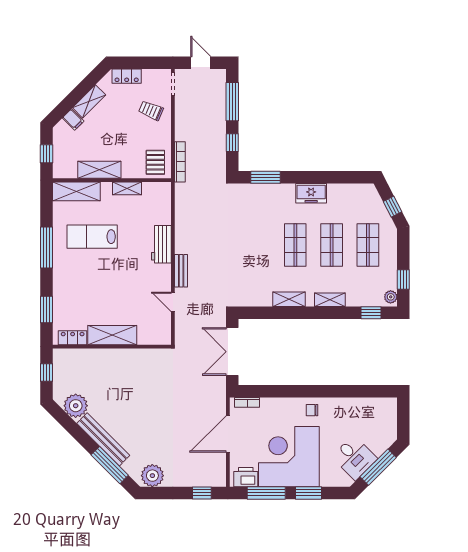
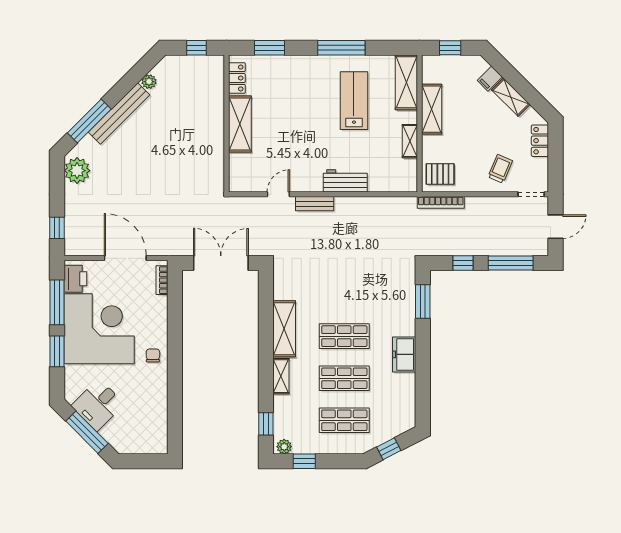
shelving: (289, 299) -> (284, 329), width x1.50, depth x1.33
plant: (76, 406) -> (149, 82), width x0.53, depth x0.53

